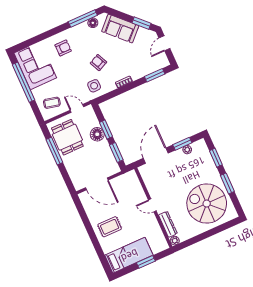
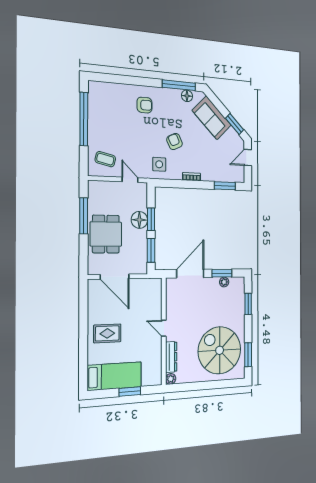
corner sofa: (35, 65) -> (106, 107), removed
dining table: (67, 137) -> (106, 234), moved
window: (227, 183) -> (248, 355), moved

